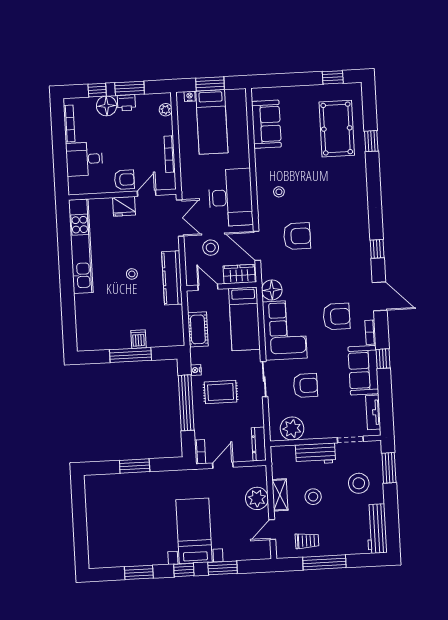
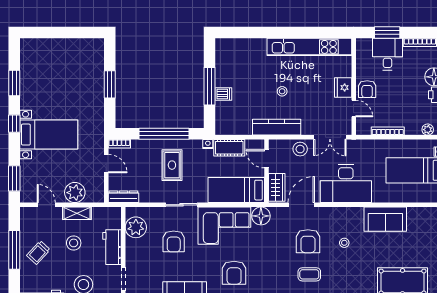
sofa: (266, 124) -> (385, 219), moved
window: (60, 161) -> (387, 33), added
stool: (279, 192) -> (344, 243), moved
coffee table: (334, 233) -> (309, 274), added
stool: (211, 248) -> (300, 149), moved
door: (208, 287) -> (267, 159), swing flipped
nightstand: (196, 370) -> (208, 144), moved
trolley: (307, 541) -> (38, 253), moved, turned 43
window: (223, 568) -> (14, 178), moved

